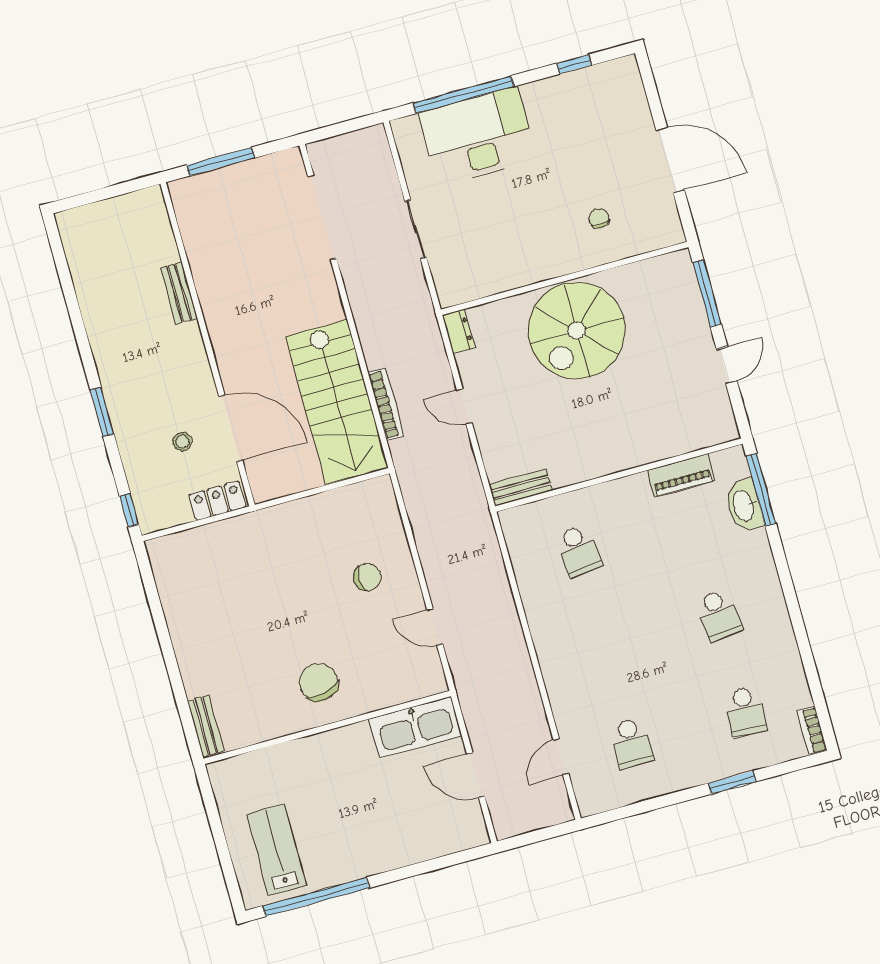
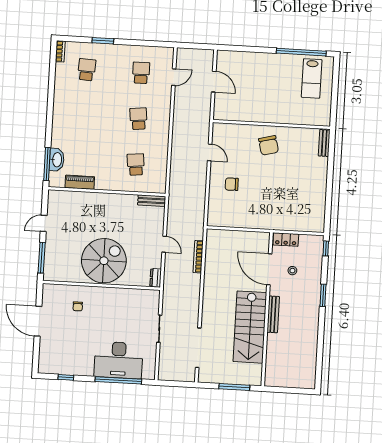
bench: (179, 293) -> (273, 314), moved, width x1.36
stairs: (337, 402) -> (250, 327), moved, turned 180
school desk: (719, 615) -> (138, 119), moved
kitchen sink: (416, 727) -> (233, 112), removed

